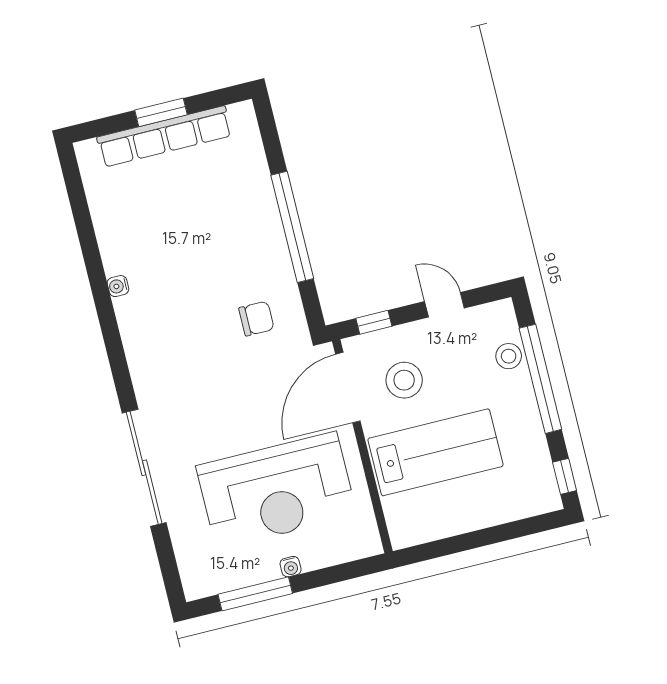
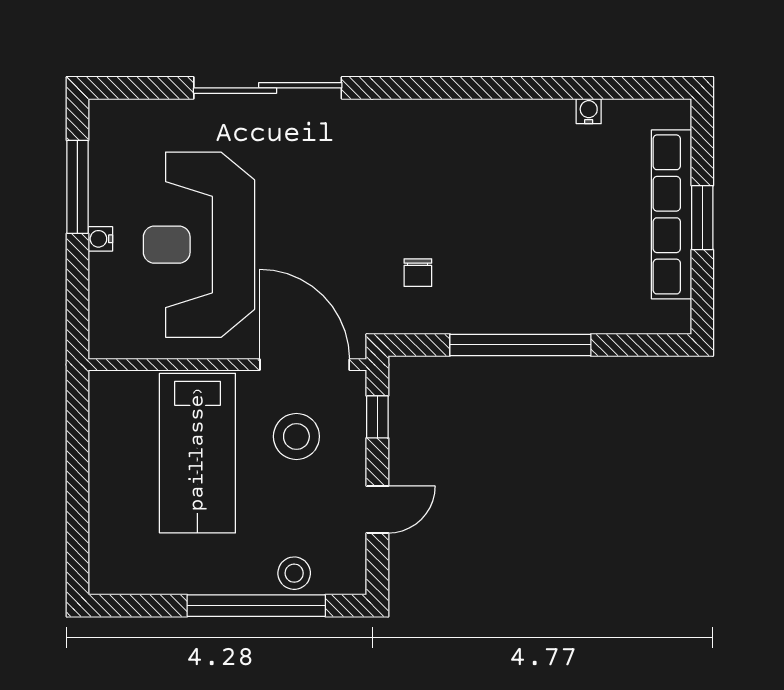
water cooler: (118, 286) -> (589, 111), moved
chair: (256, 319) -> (418, 273), width x0.73, depth x0.73
window: (565, 476) -> (128, 606), removed

